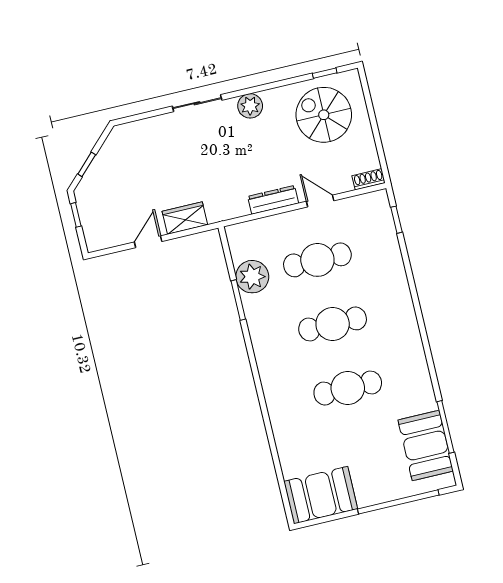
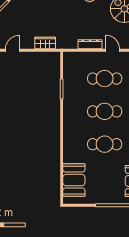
door: (148, 242) -> (12, 50), moved
plant: (252, 277) -> (71, 79), removed
booth: (321, 495) -> (74, 180), moved, turned 90

